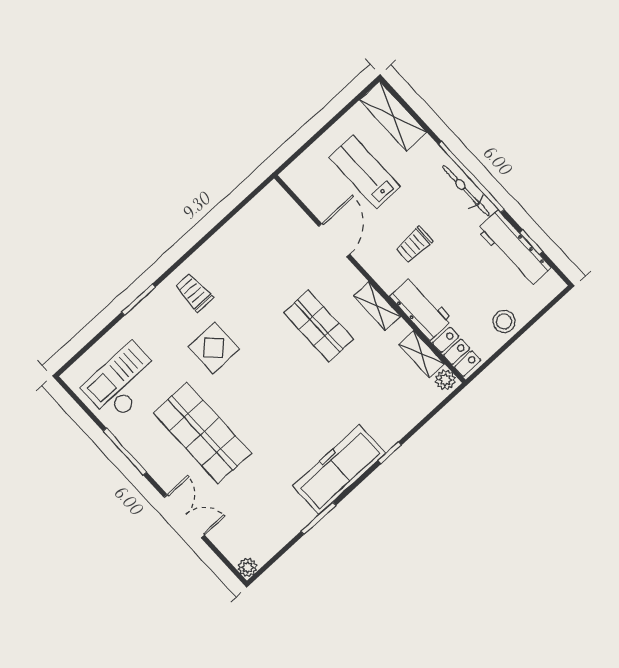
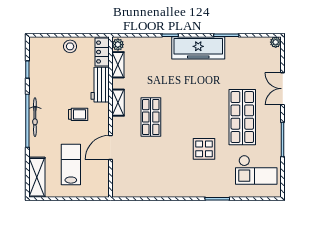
lab bench: (365, 172) -> (71, 165), turned 180
workbench: (514, 249) -> (37, 74), removed
trolley: (194, 292) -> (191, 180), removed

